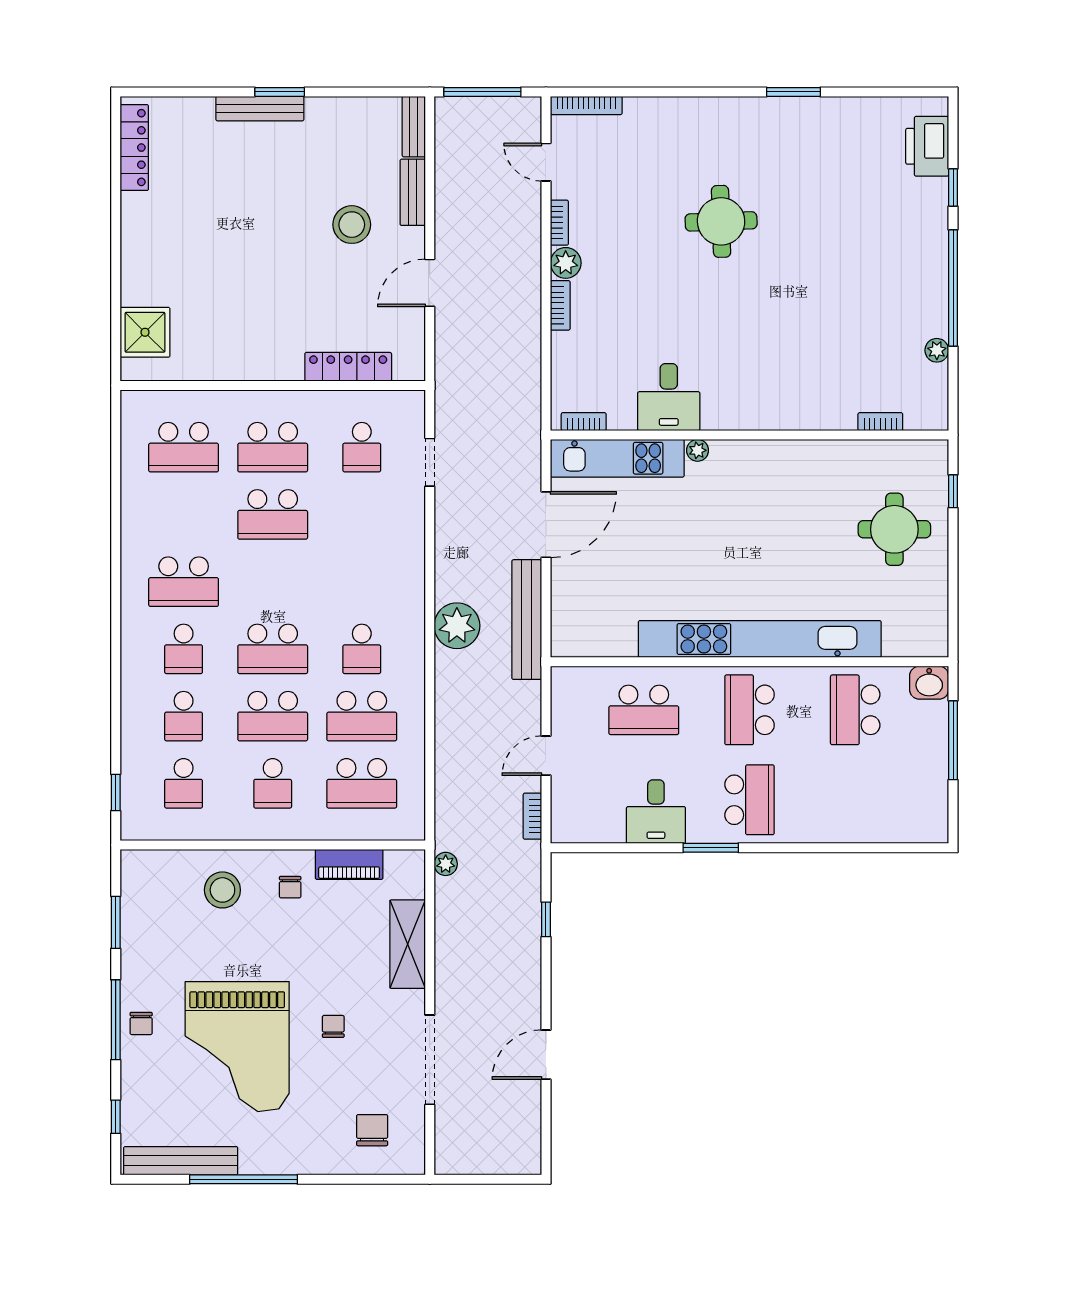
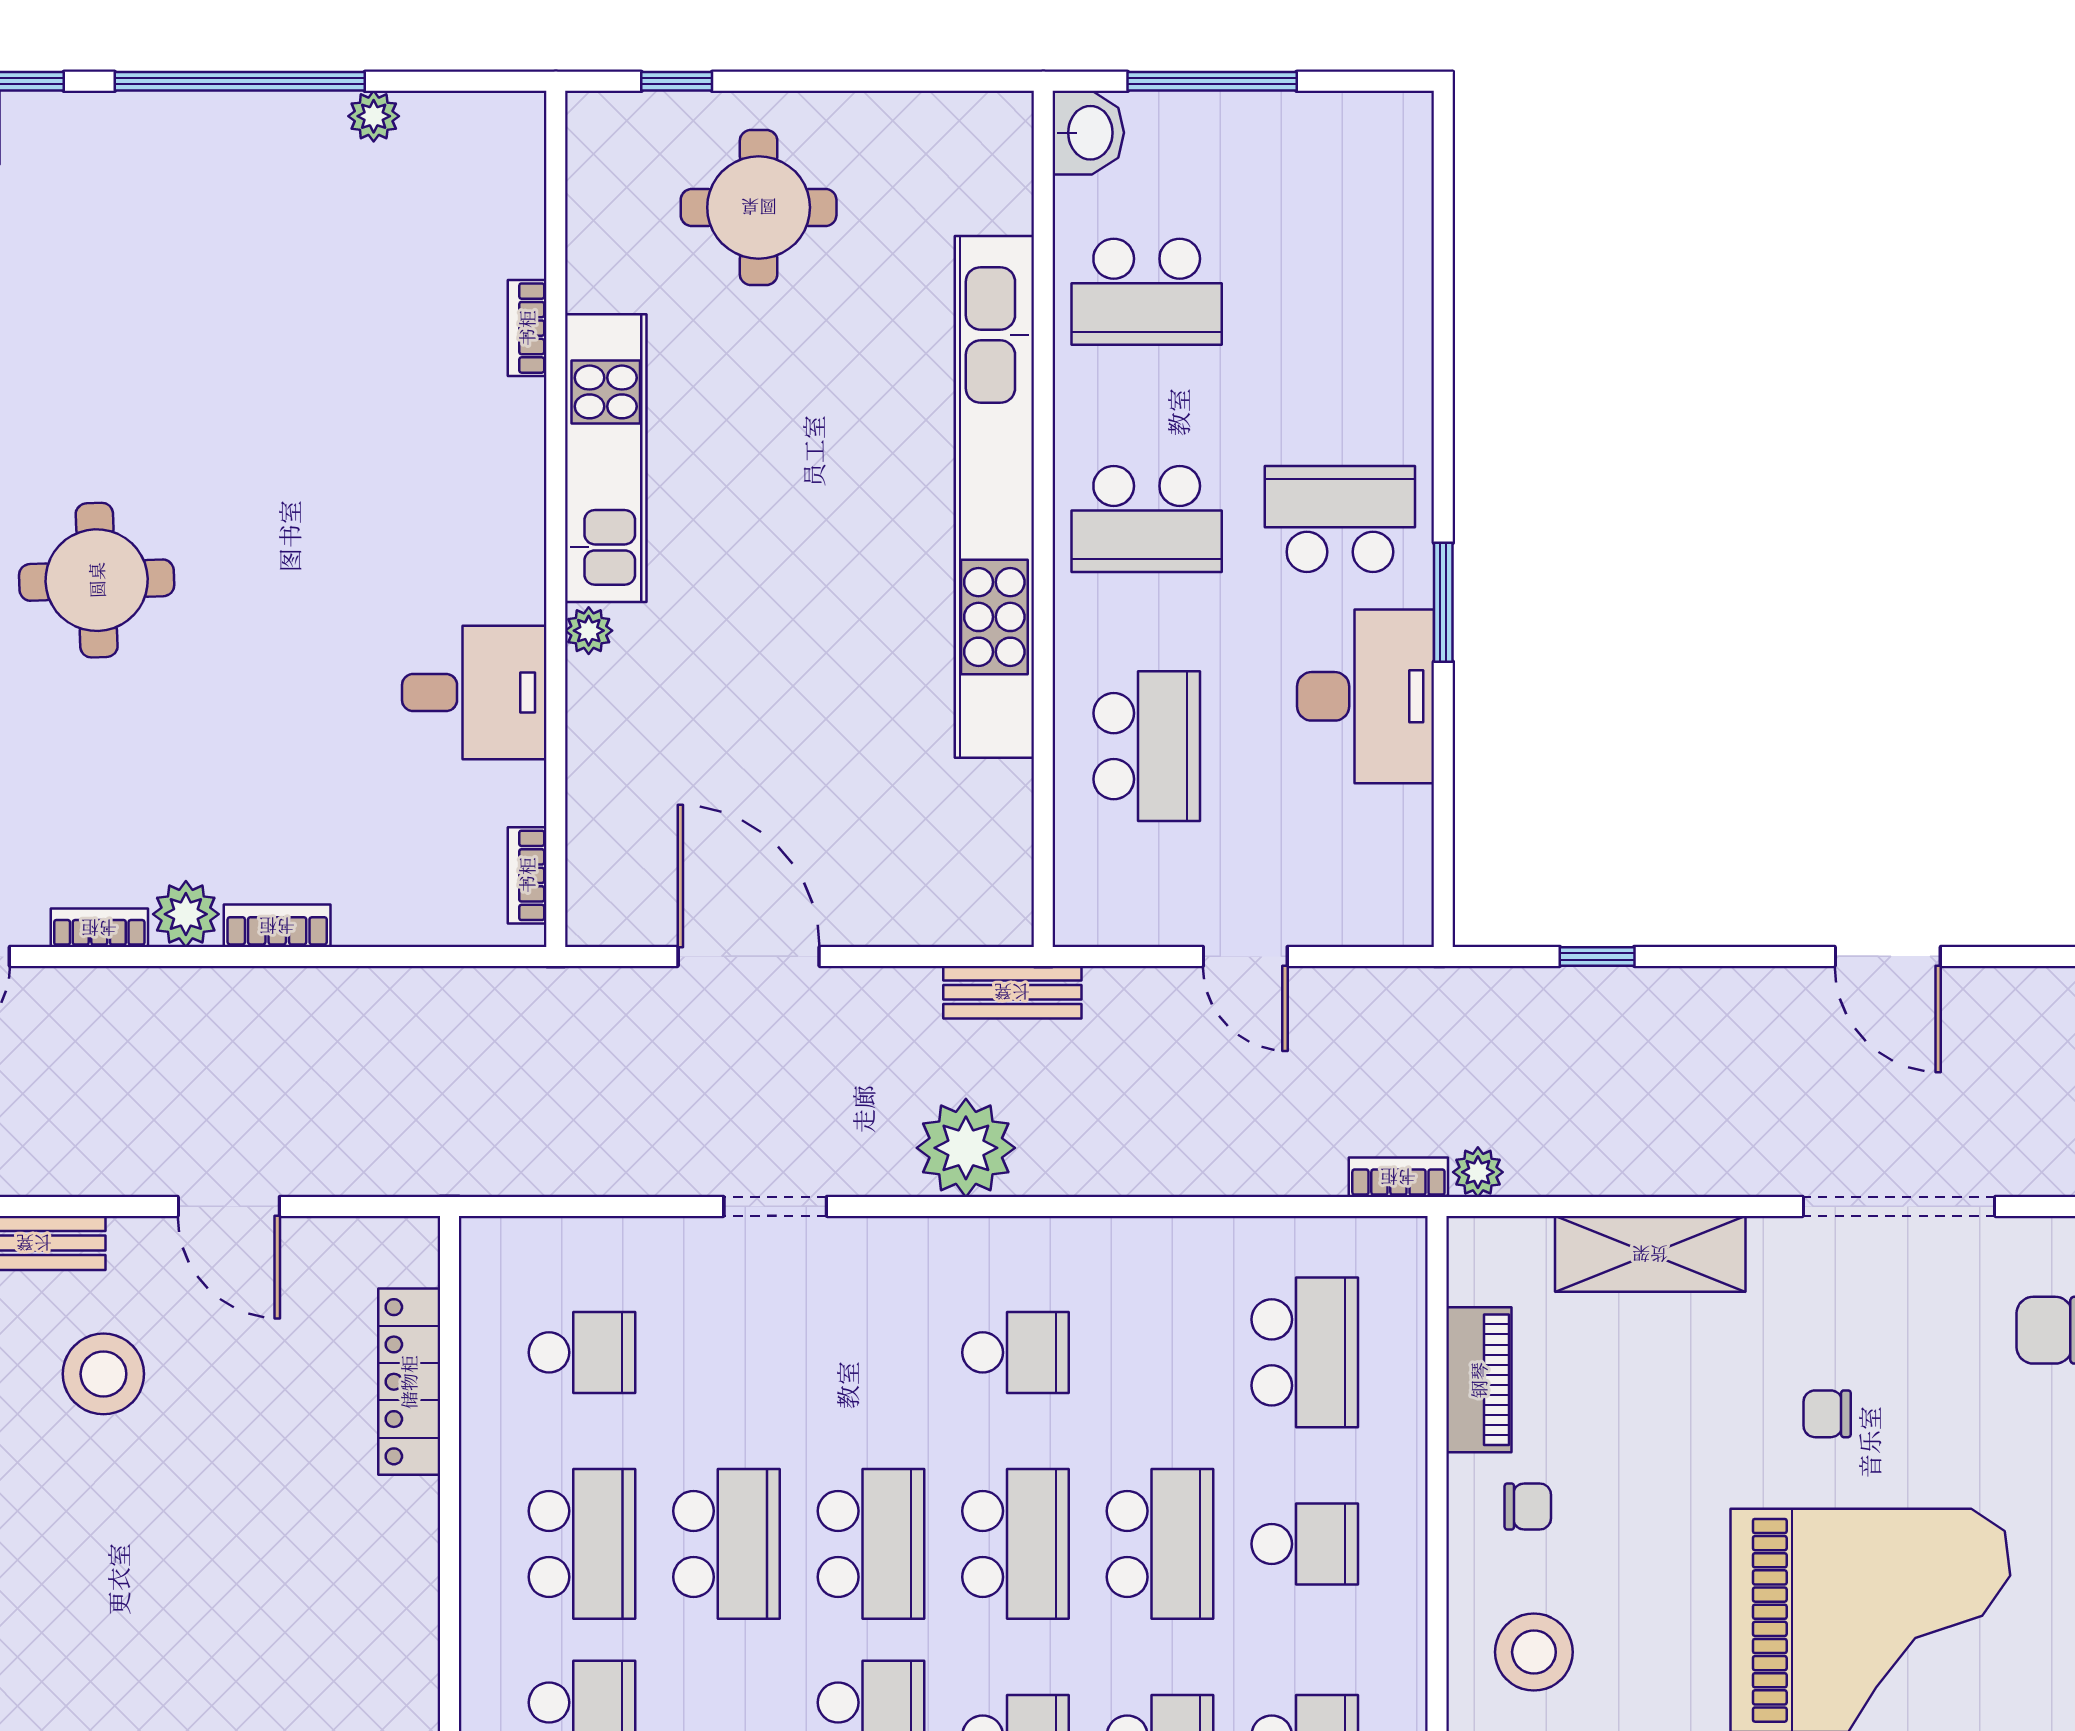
bookcase: (880, 422) -> (527, 328), moved
kitchen unit: (617, 458) -> (606, 458), moved
doorway: (430, 462) -> (775, 1206), moved
bench: (527, 620) -> (1012, 992), width x0.54, depth x0.82
school desk: (362, 716) -> (871, 1544), moved
desk: (656, 812) -> (1366, 696), width x1.37
bookcase: (532, 816) -> (1398, 1177), moved, turned 180

